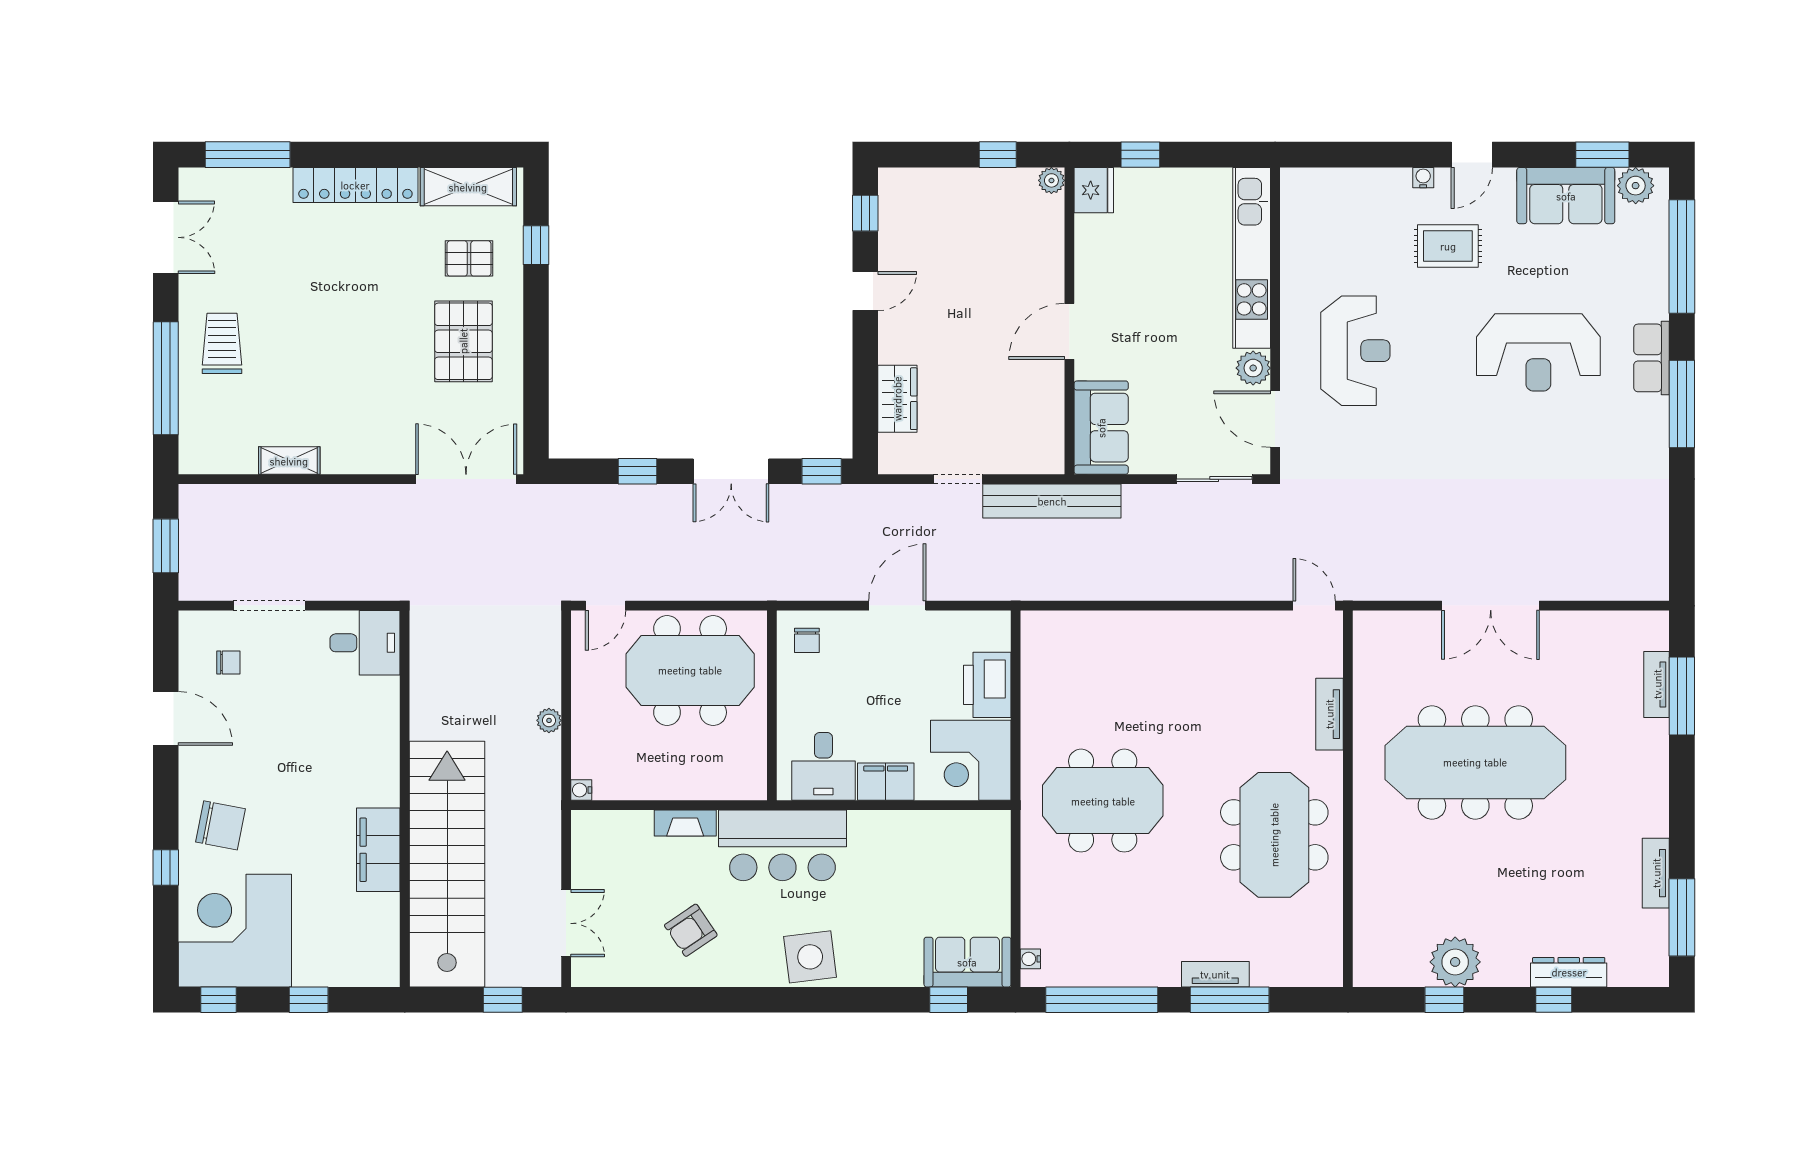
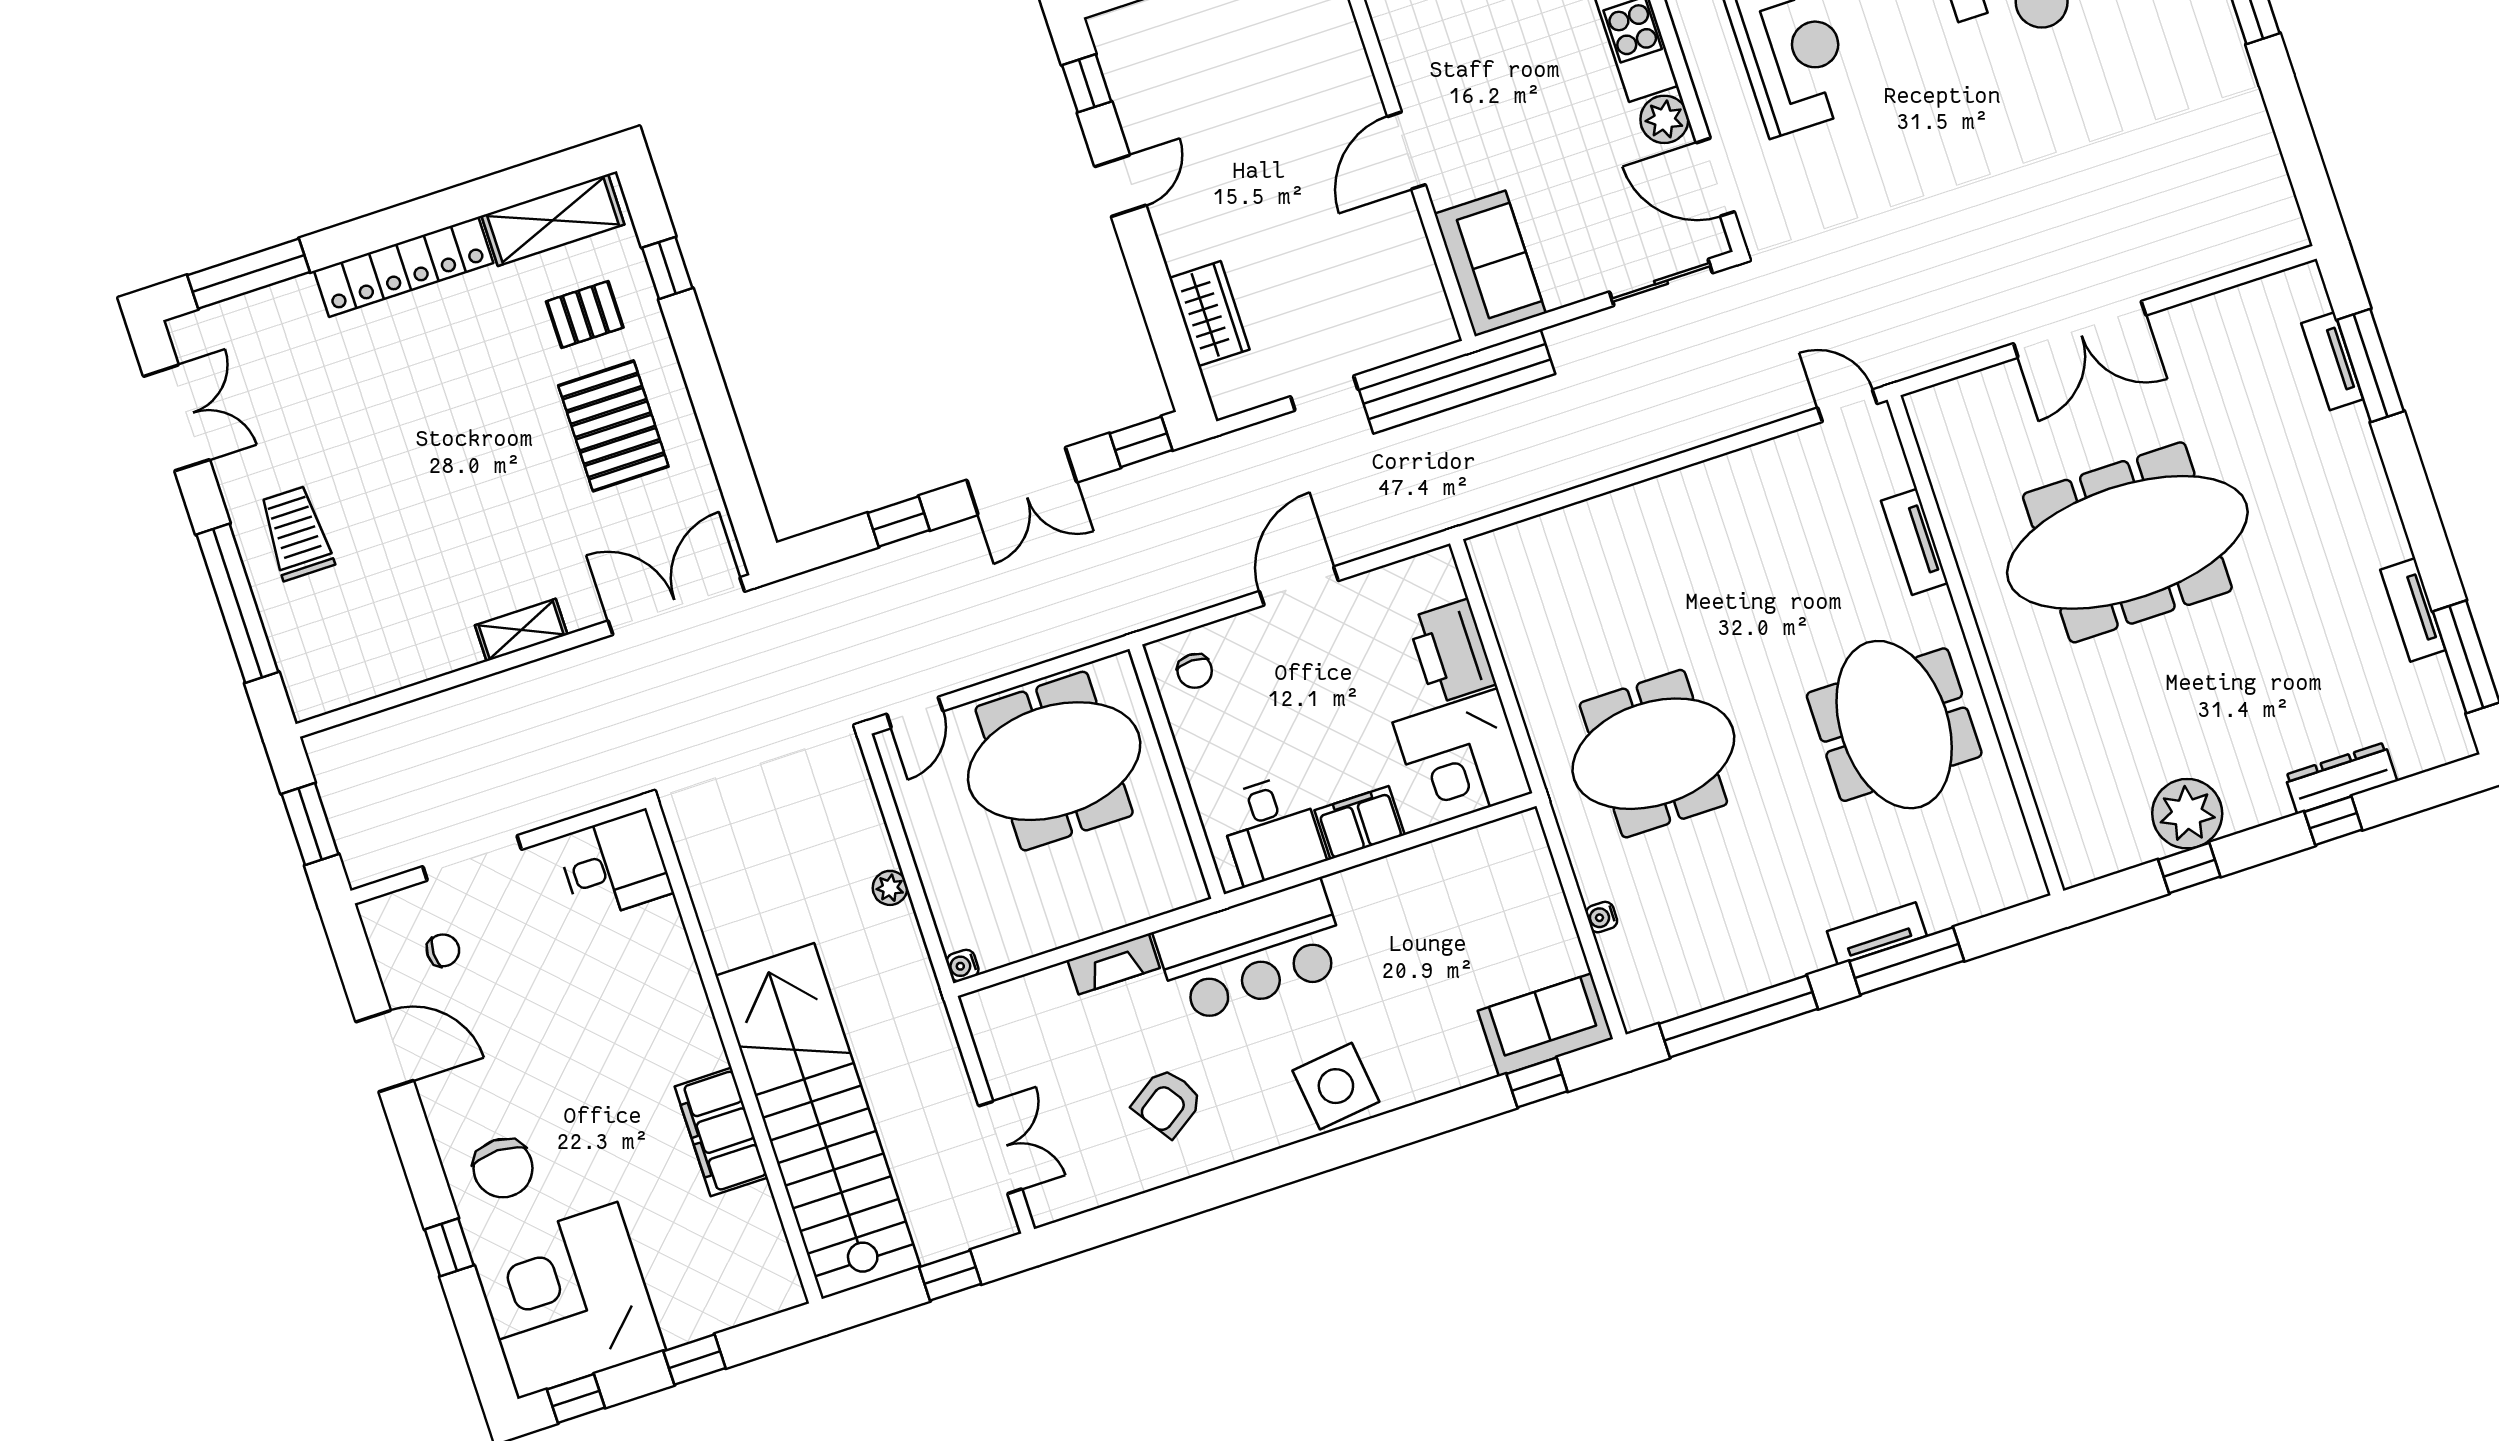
shelving: (289, 461) -> (521, 630), moved
chair: (220, 825) -> (503, 1168), turned 79
water cooler: (1030, 959) -> (1602, 917), moved

